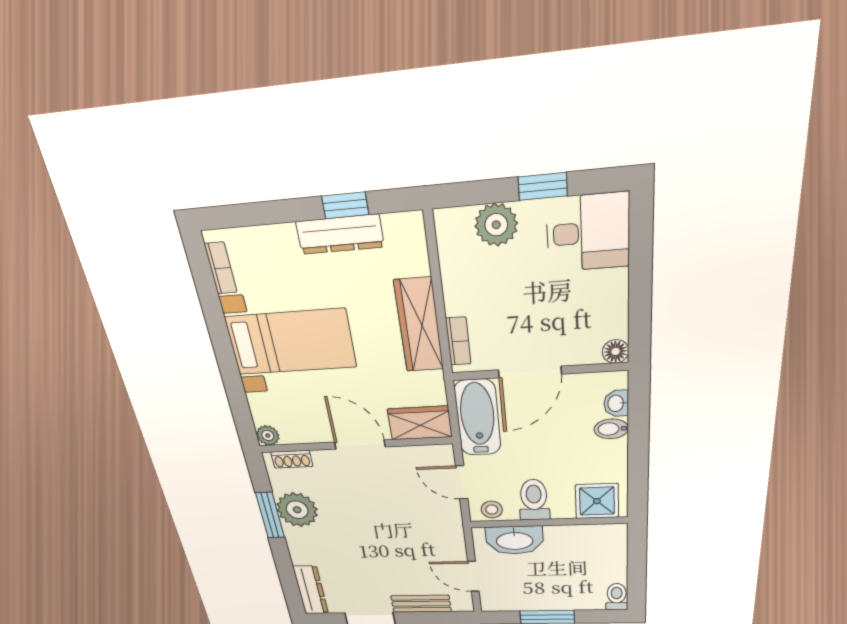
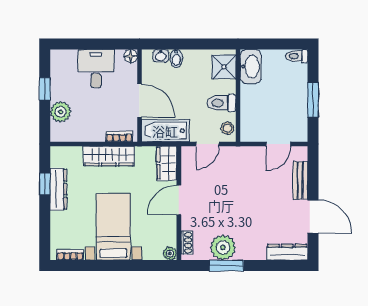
desk: (588, 233) -> (96, 69), moved
washbasin: (515, 540) -> (251, 66), moved

